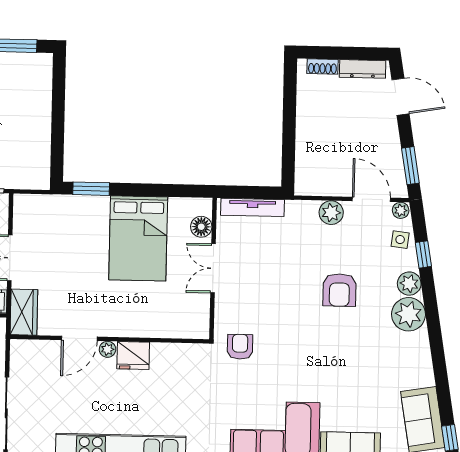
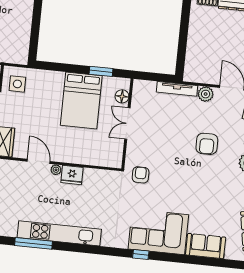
window: (91, 189) -> (101, 71), moved
tv unit: (253, 207) -> (177, 89), moved
side table: (37, 220) -> (17, 84), added
door: (79, 338) -> (39, 161), swing flipped

